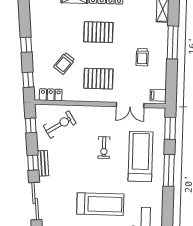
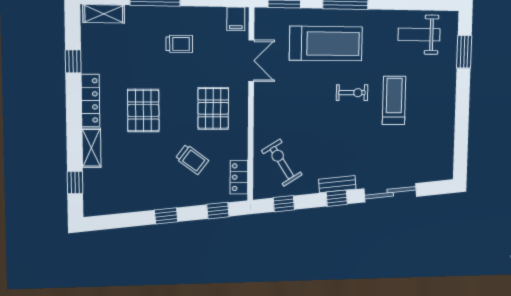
exercise bike: (104, 148) -> (352, 93), moved
treadmill: (141, 156) -> (326, 44), turned 180
treadmill: (100, 204) -> (394, 100), width x0.73, depth x0.73

